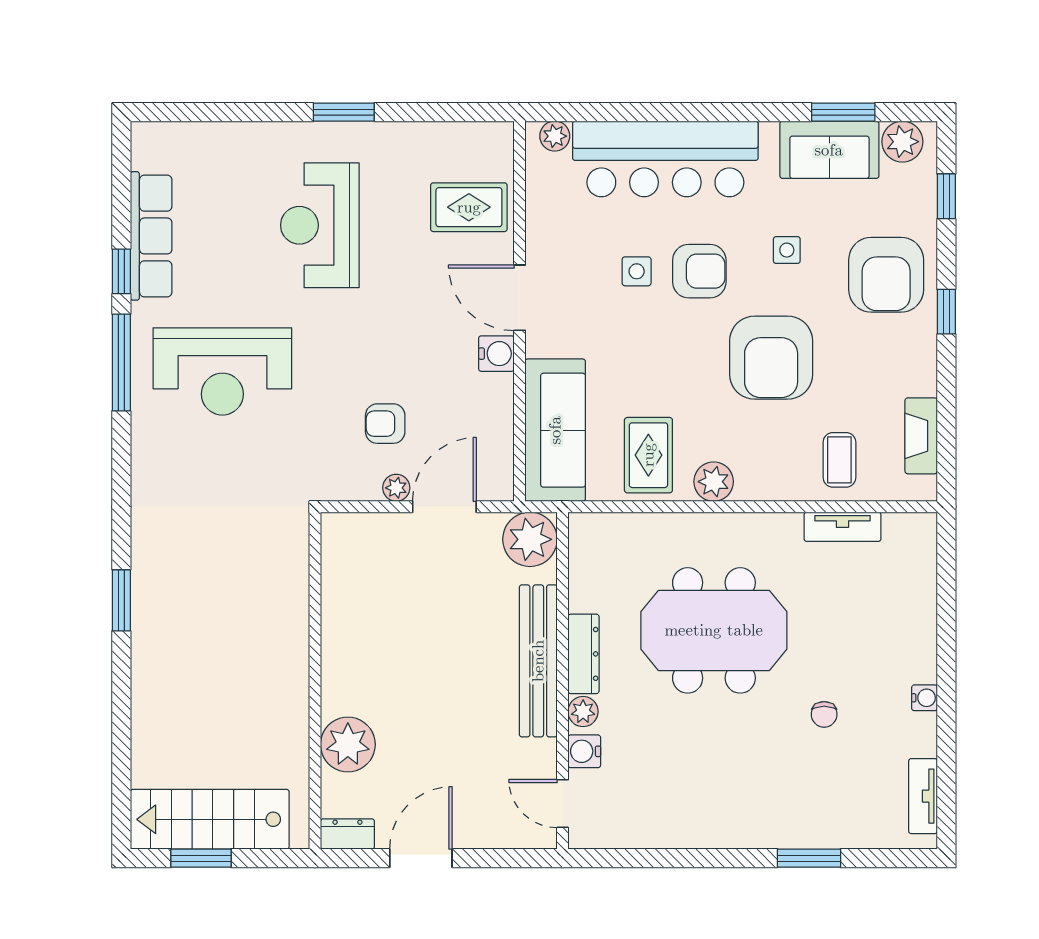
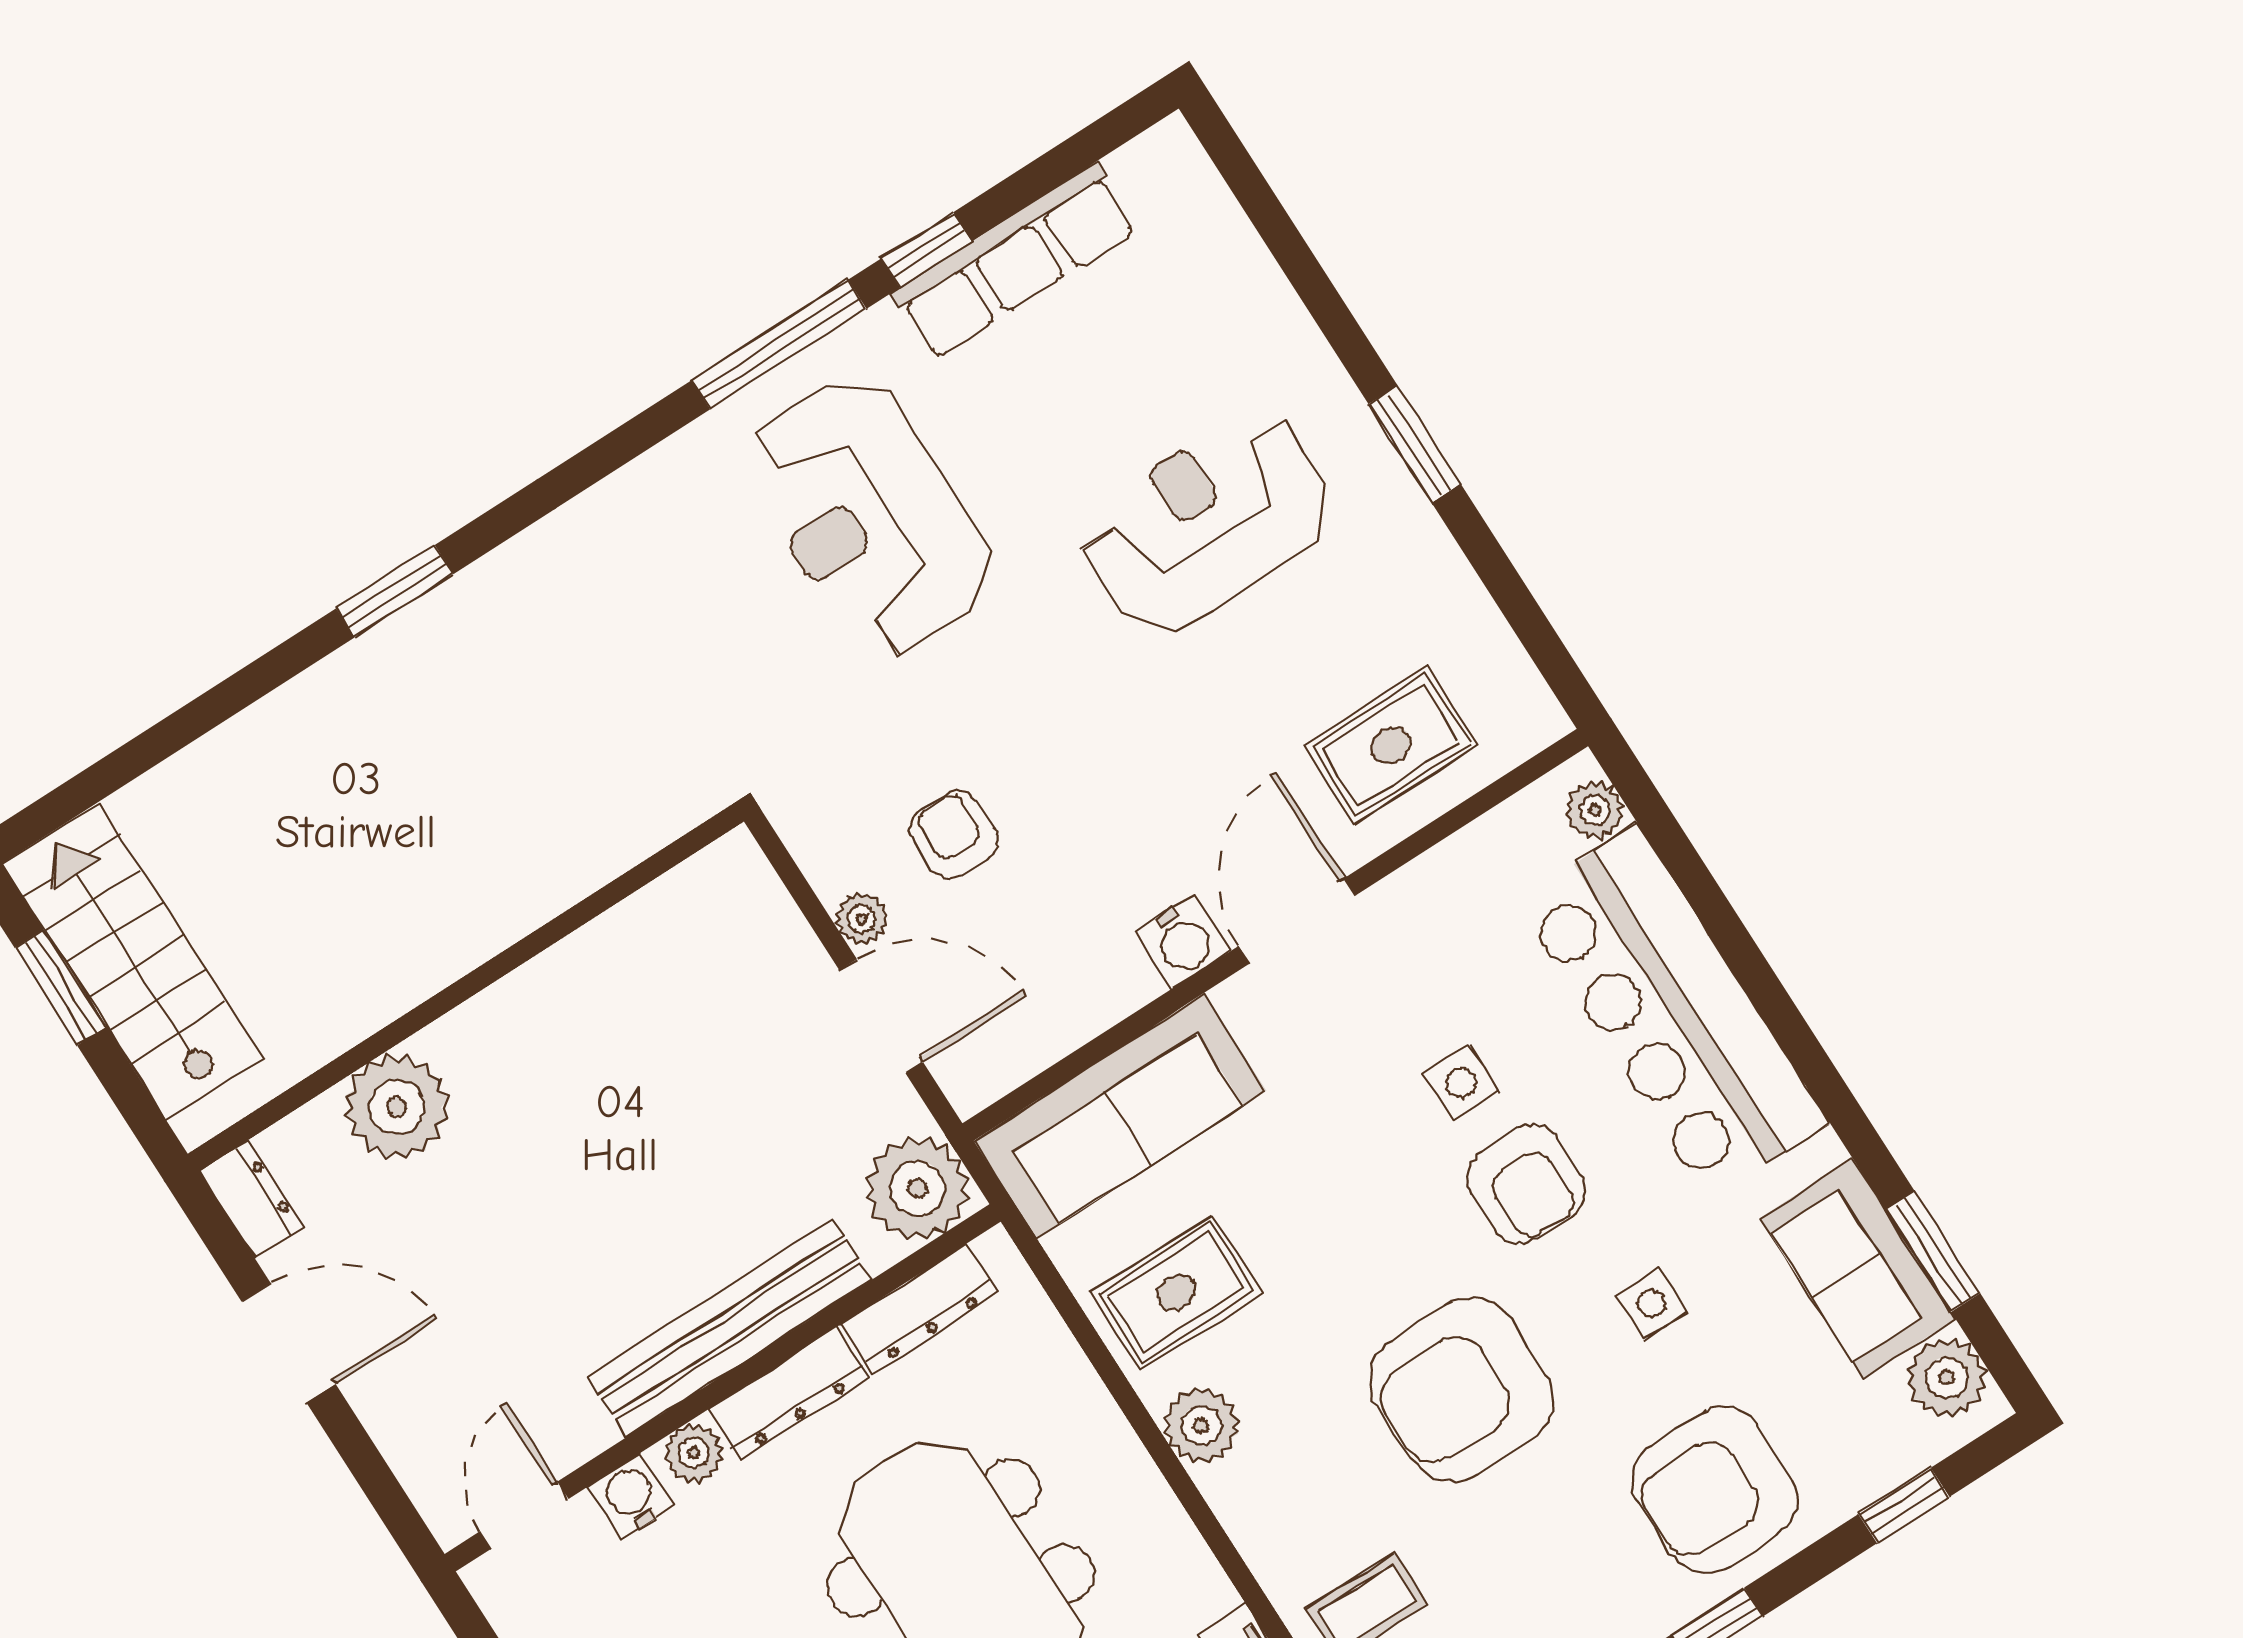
rug: (469, 207) -> (1391, 745), turned 90
dresser: (583, 572) -> (920, 1309), added

